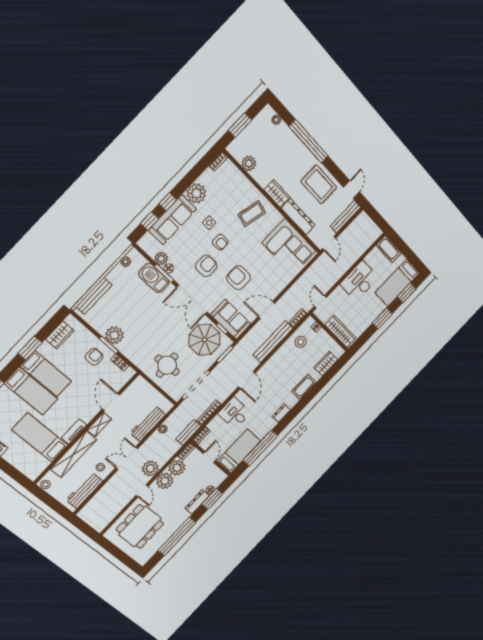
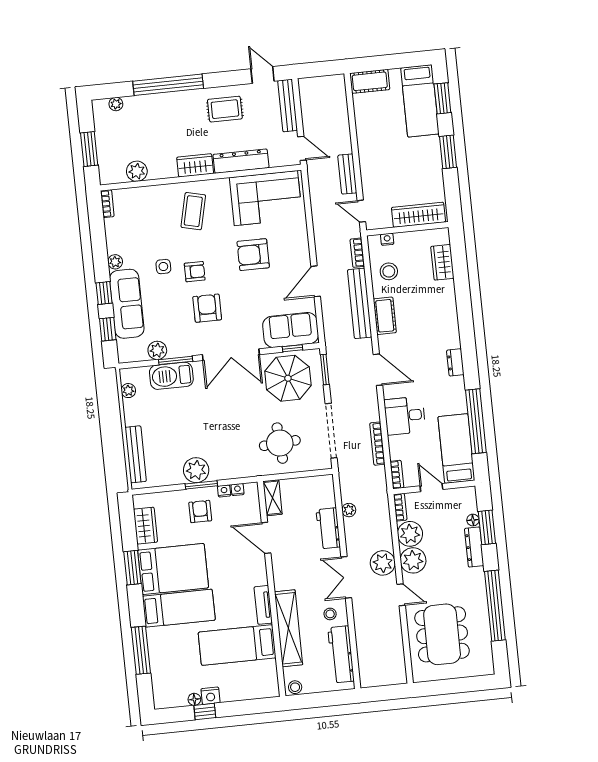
rug: (319, 184) -> (225, 109), width x0.73, depth x0.70
plant: (196, 193) -> (115, 262), width x0.53, depth x0.53
floor lamp: (169, 268) -> (175, 351), removed
armchair: (238, 278) -> (253, 255), moved
desk: (359, 281) -> (377, 146), removed
bed: (46, 374) -> (173, 569), width x1.50
cot: (304, 387) -> (385, 316), moved
workbench: (148, 424) -> (328, 528), width x0.73
shelving: (99, 425) -> (273, 498), moved
bench: (188, 433) -> (347, 174), moved

